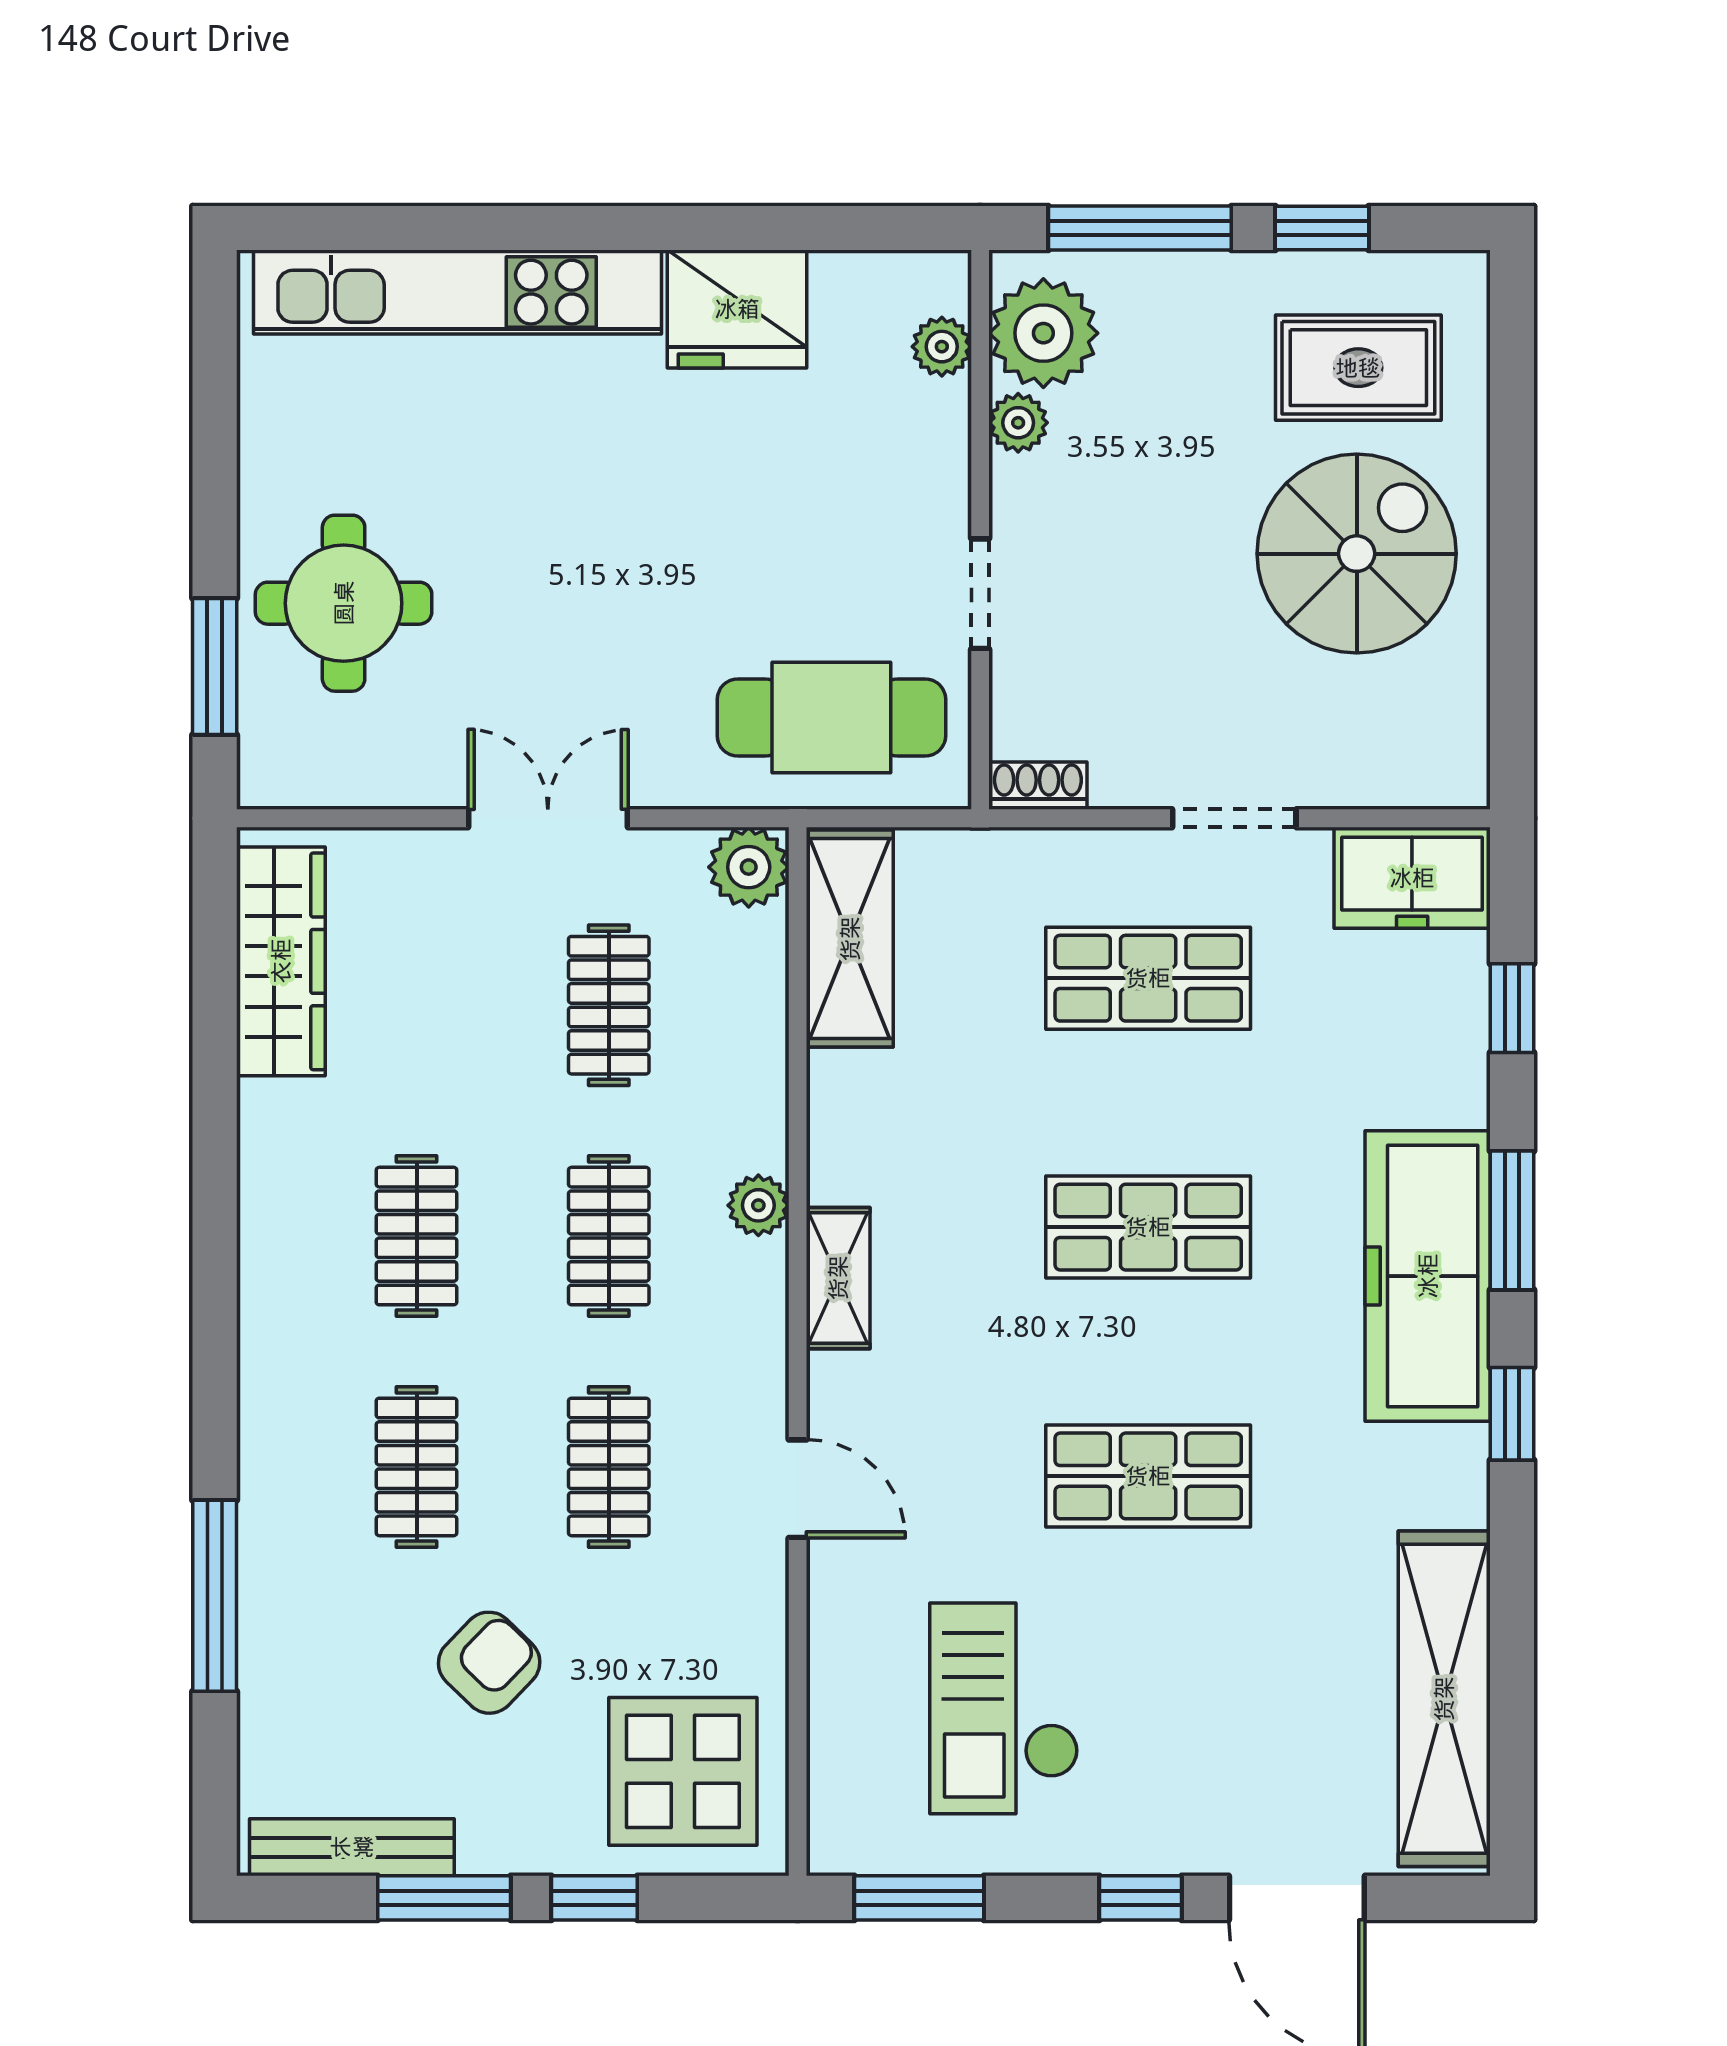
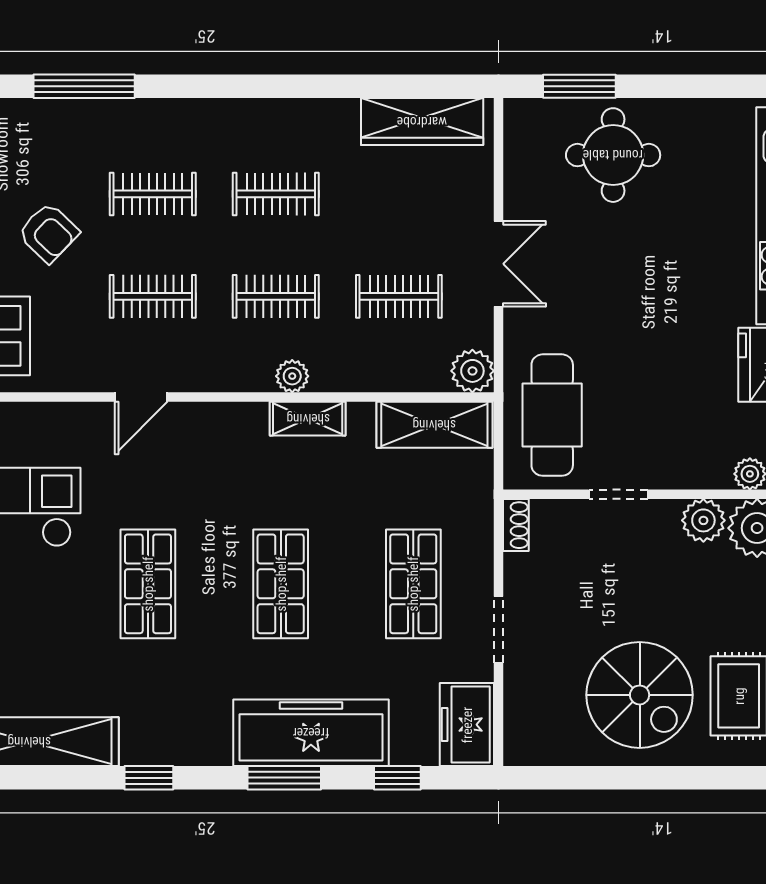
plant: (1018, 423) -> (703, 520), width x1.38, depth x1.38
freezer: (1428, 1276) -> (311, 733), moved
shelving: (838, 1278) -> (308, 419), moved
window: (1512, 1414) -> (149, 778), moved

